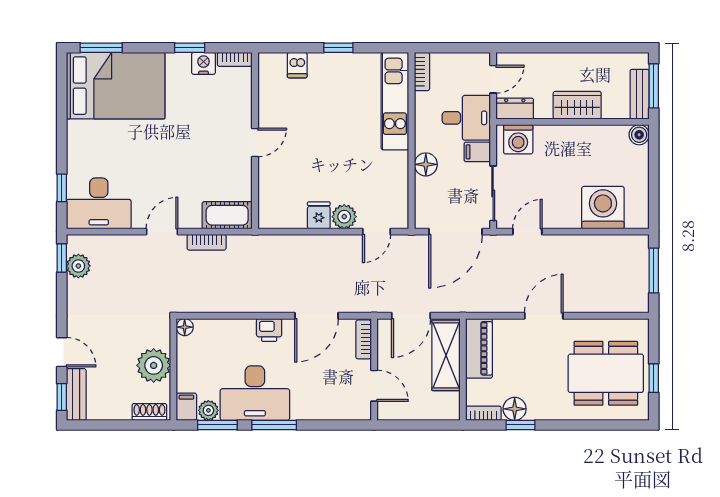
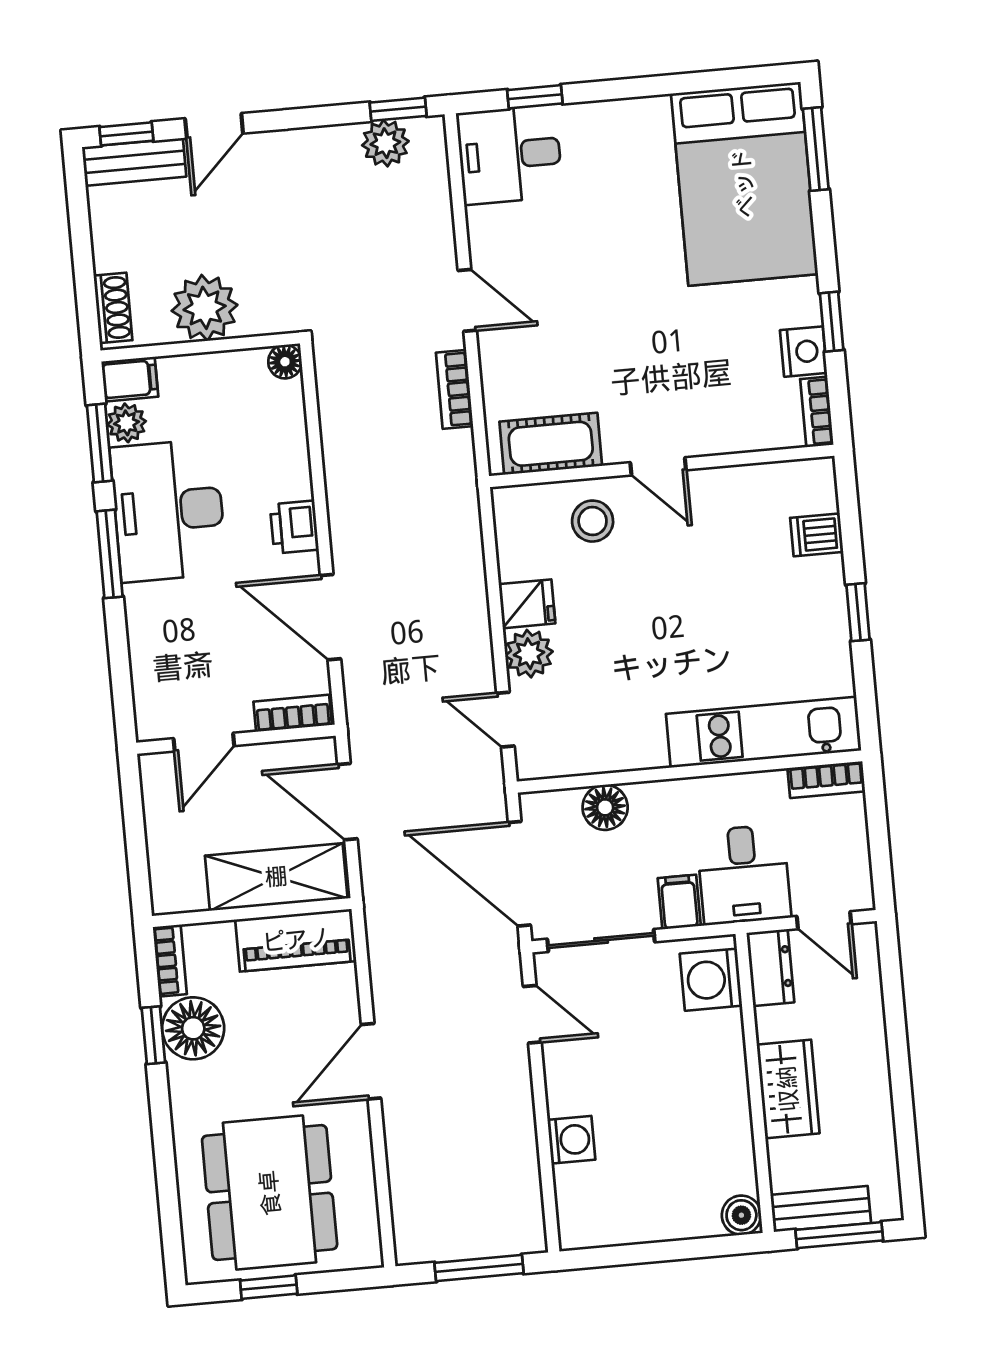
floor lamp: (426, 164) -> (605, 807), moved
stool: (280, 178) -> (593, 521), added
desk: (99, 203) -> (510, 155), width x0.73
washing machine: (603, 208) -> (571, 1140), width x0.53, depth x0.53
cot: (227, 215) -> (551, 444), moved, turned 90
door: (544, 316) -> (371, 1061), swing flipped
floor lamp: (515, 409) -> (193, 1028), width x1.38, depth x1.38

